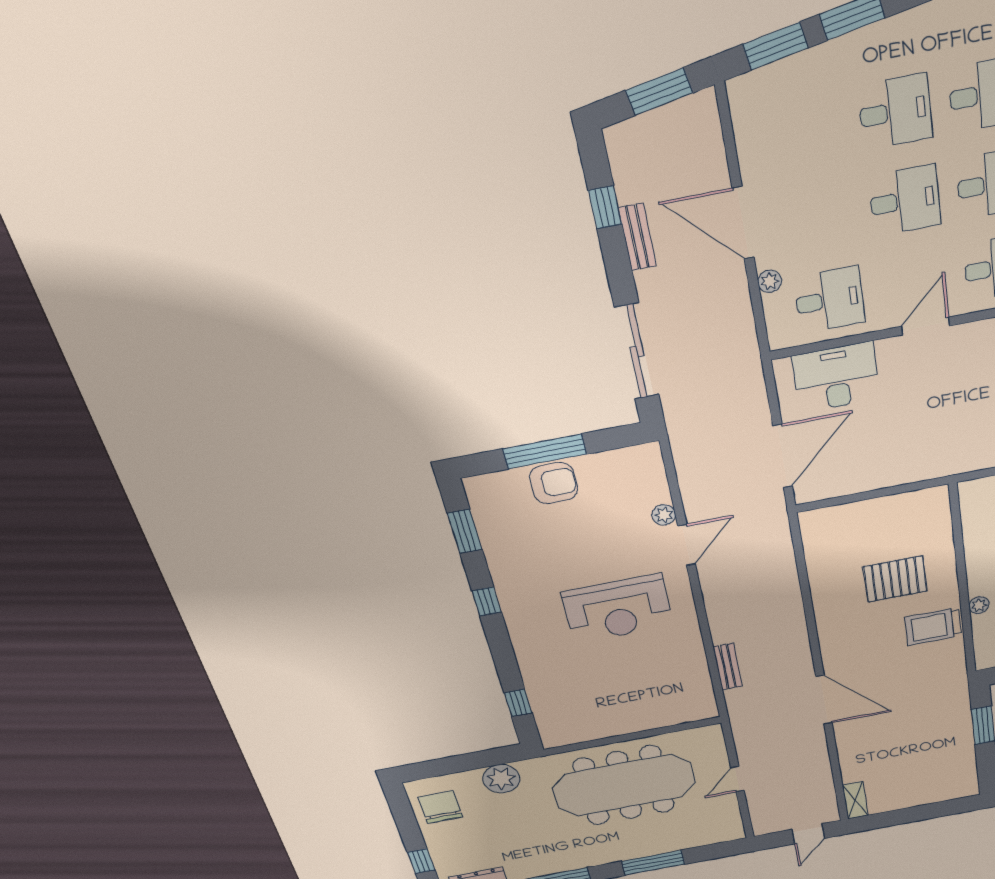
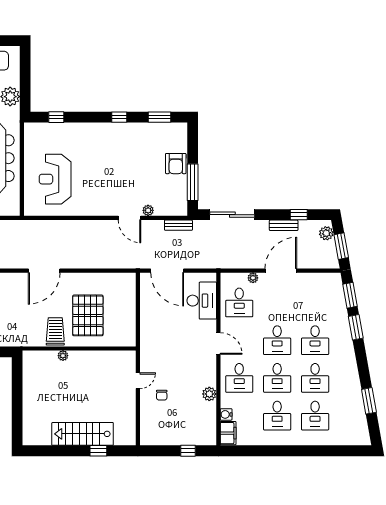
plant: (635, 134) -> (326, 233), added
window: (545, 451) -> (193, 182), moved
pallet: (895, 579) -> (88, 315), width x1.37, depth x1.41
reception desk: (617, 609) -> (55, 179), moved
bench: (728, 667) -> (178, 225), moved
door: (824, 700) -> (44, 271), moved

